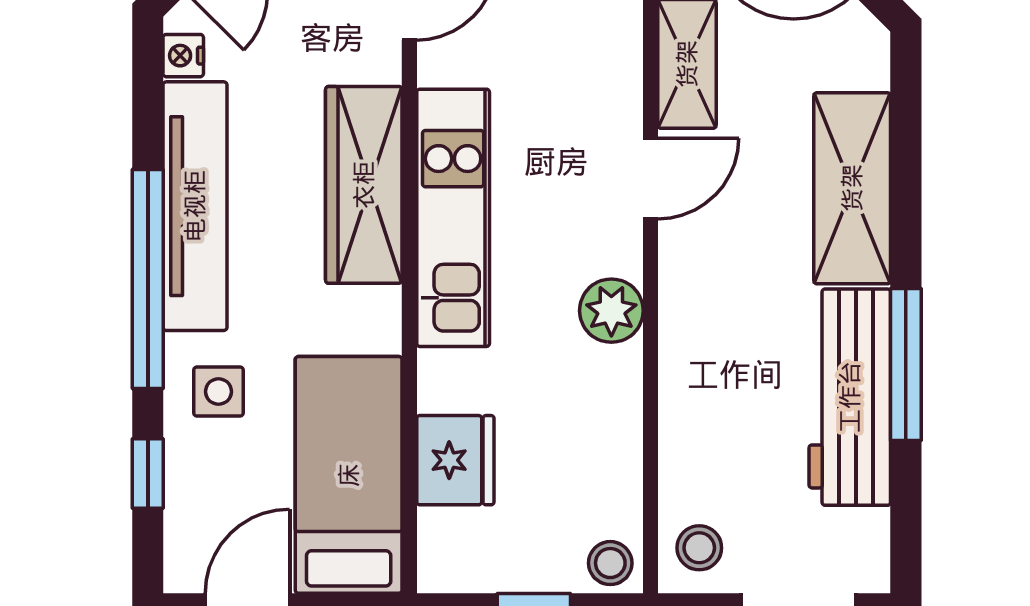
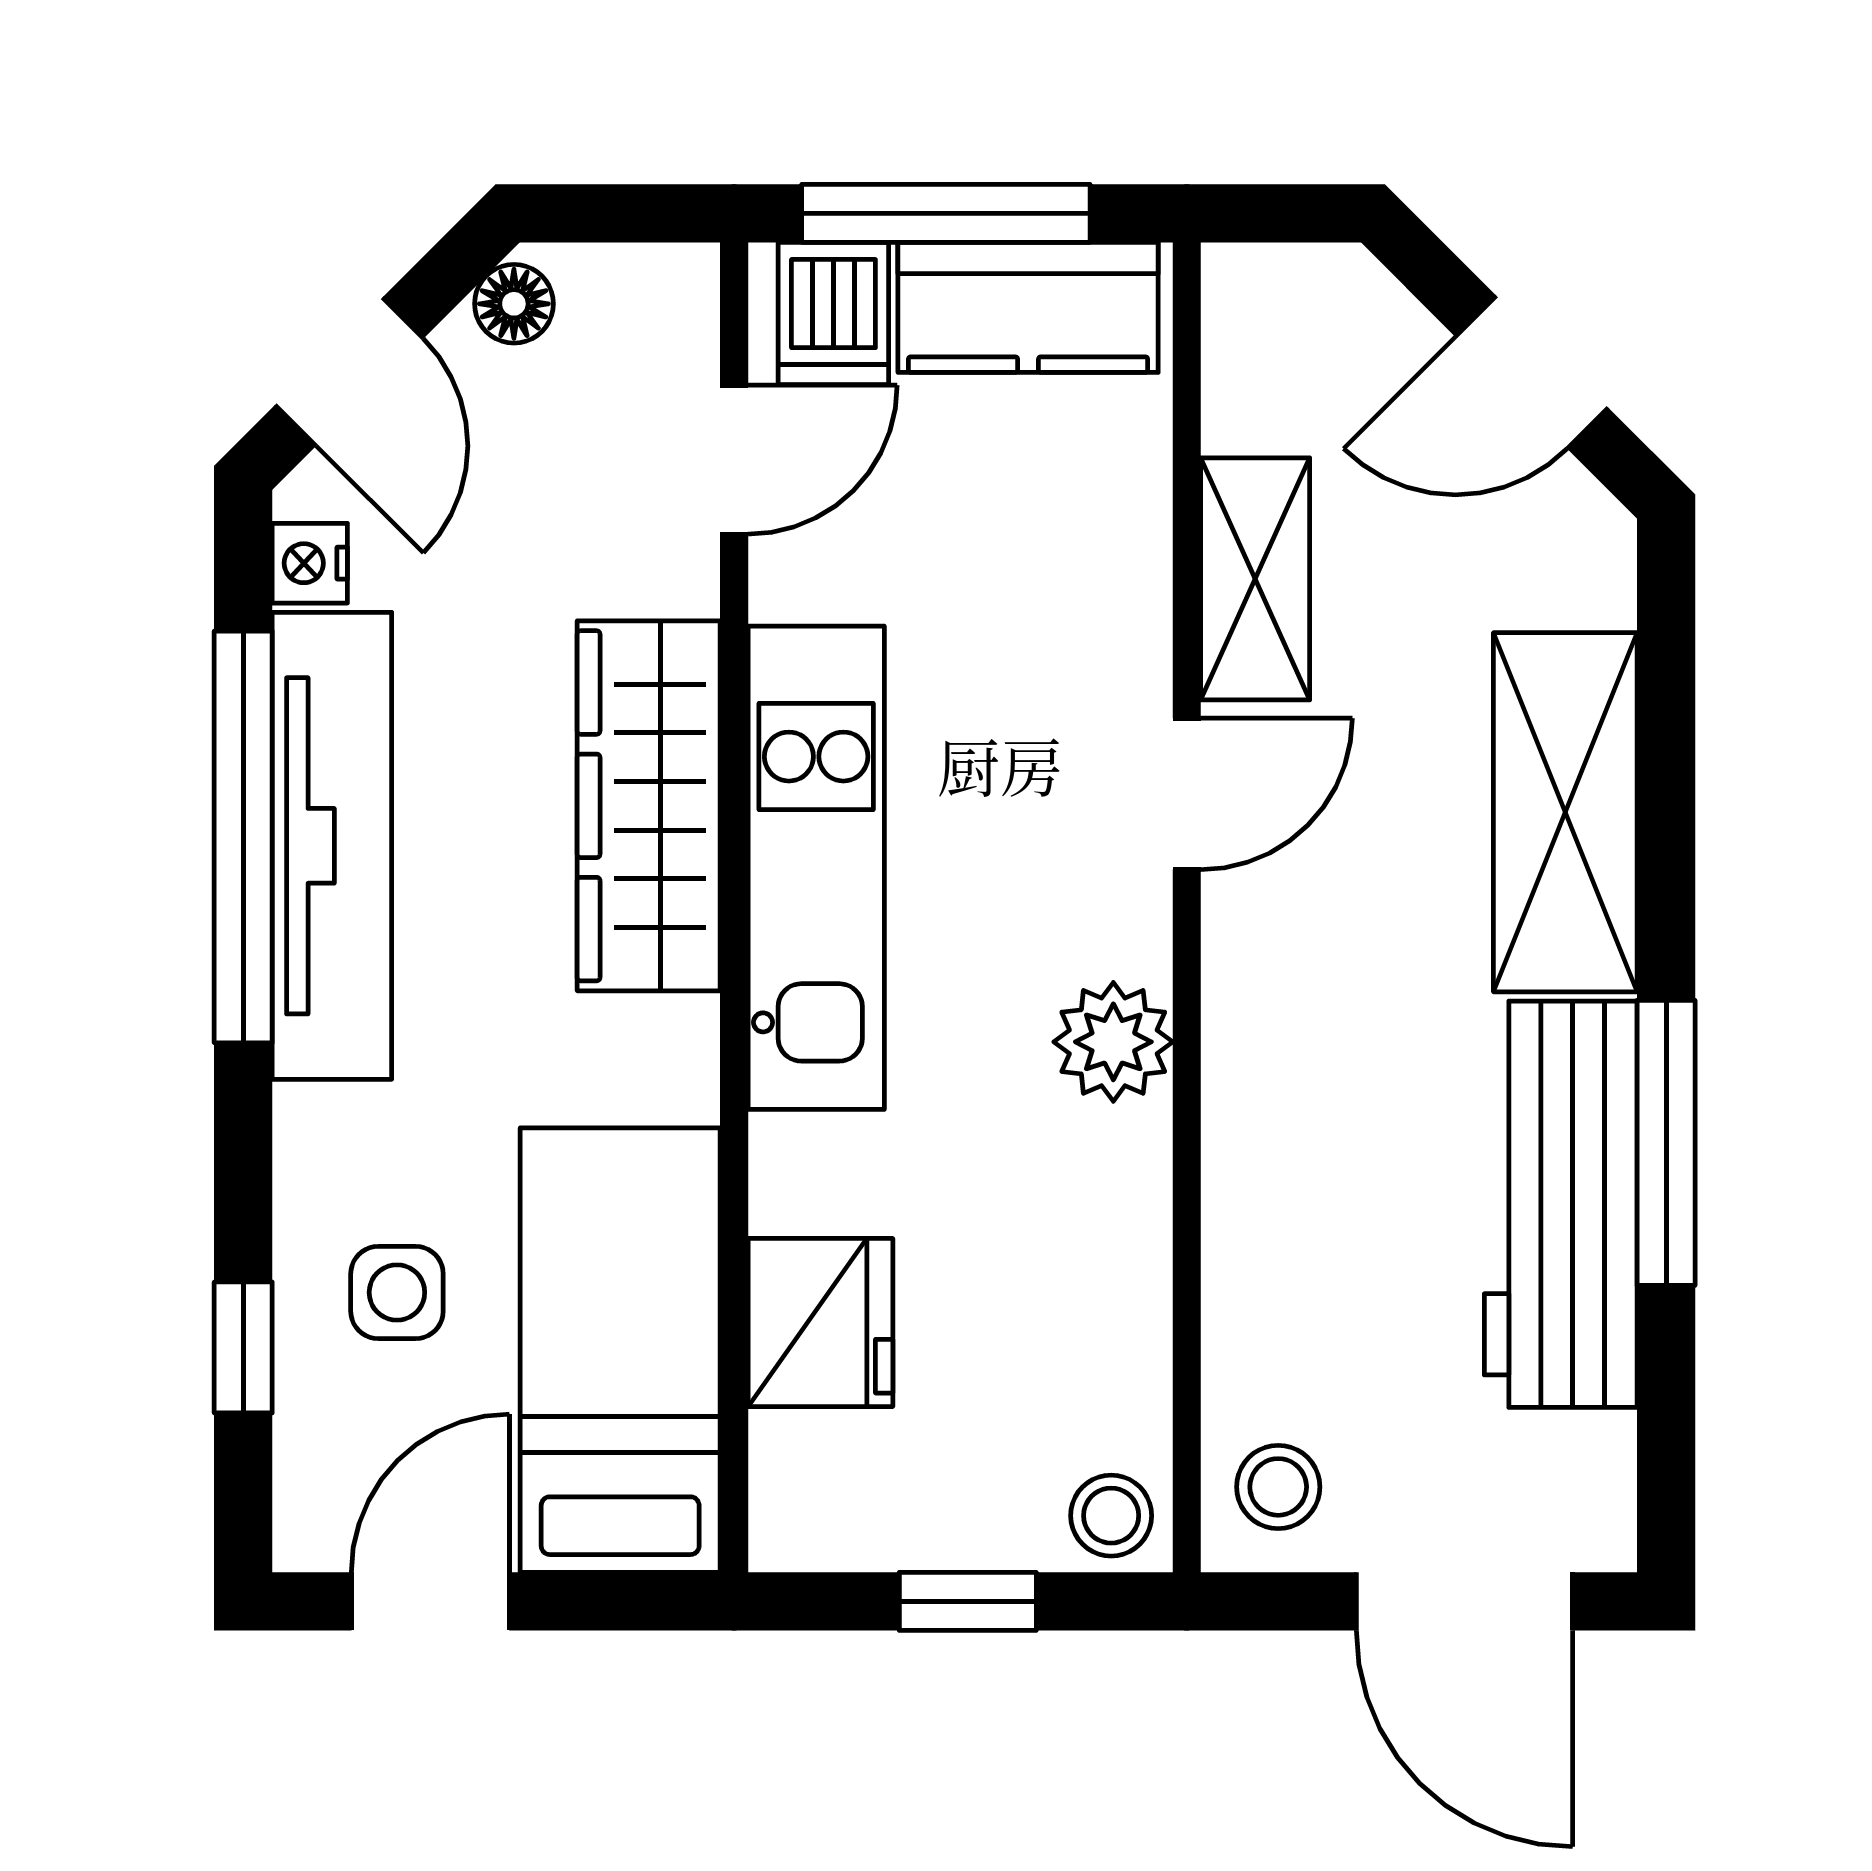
window: (148, 279) -> (243, 837), moved
side table: (218, 392) -> (397, 1292), moved

